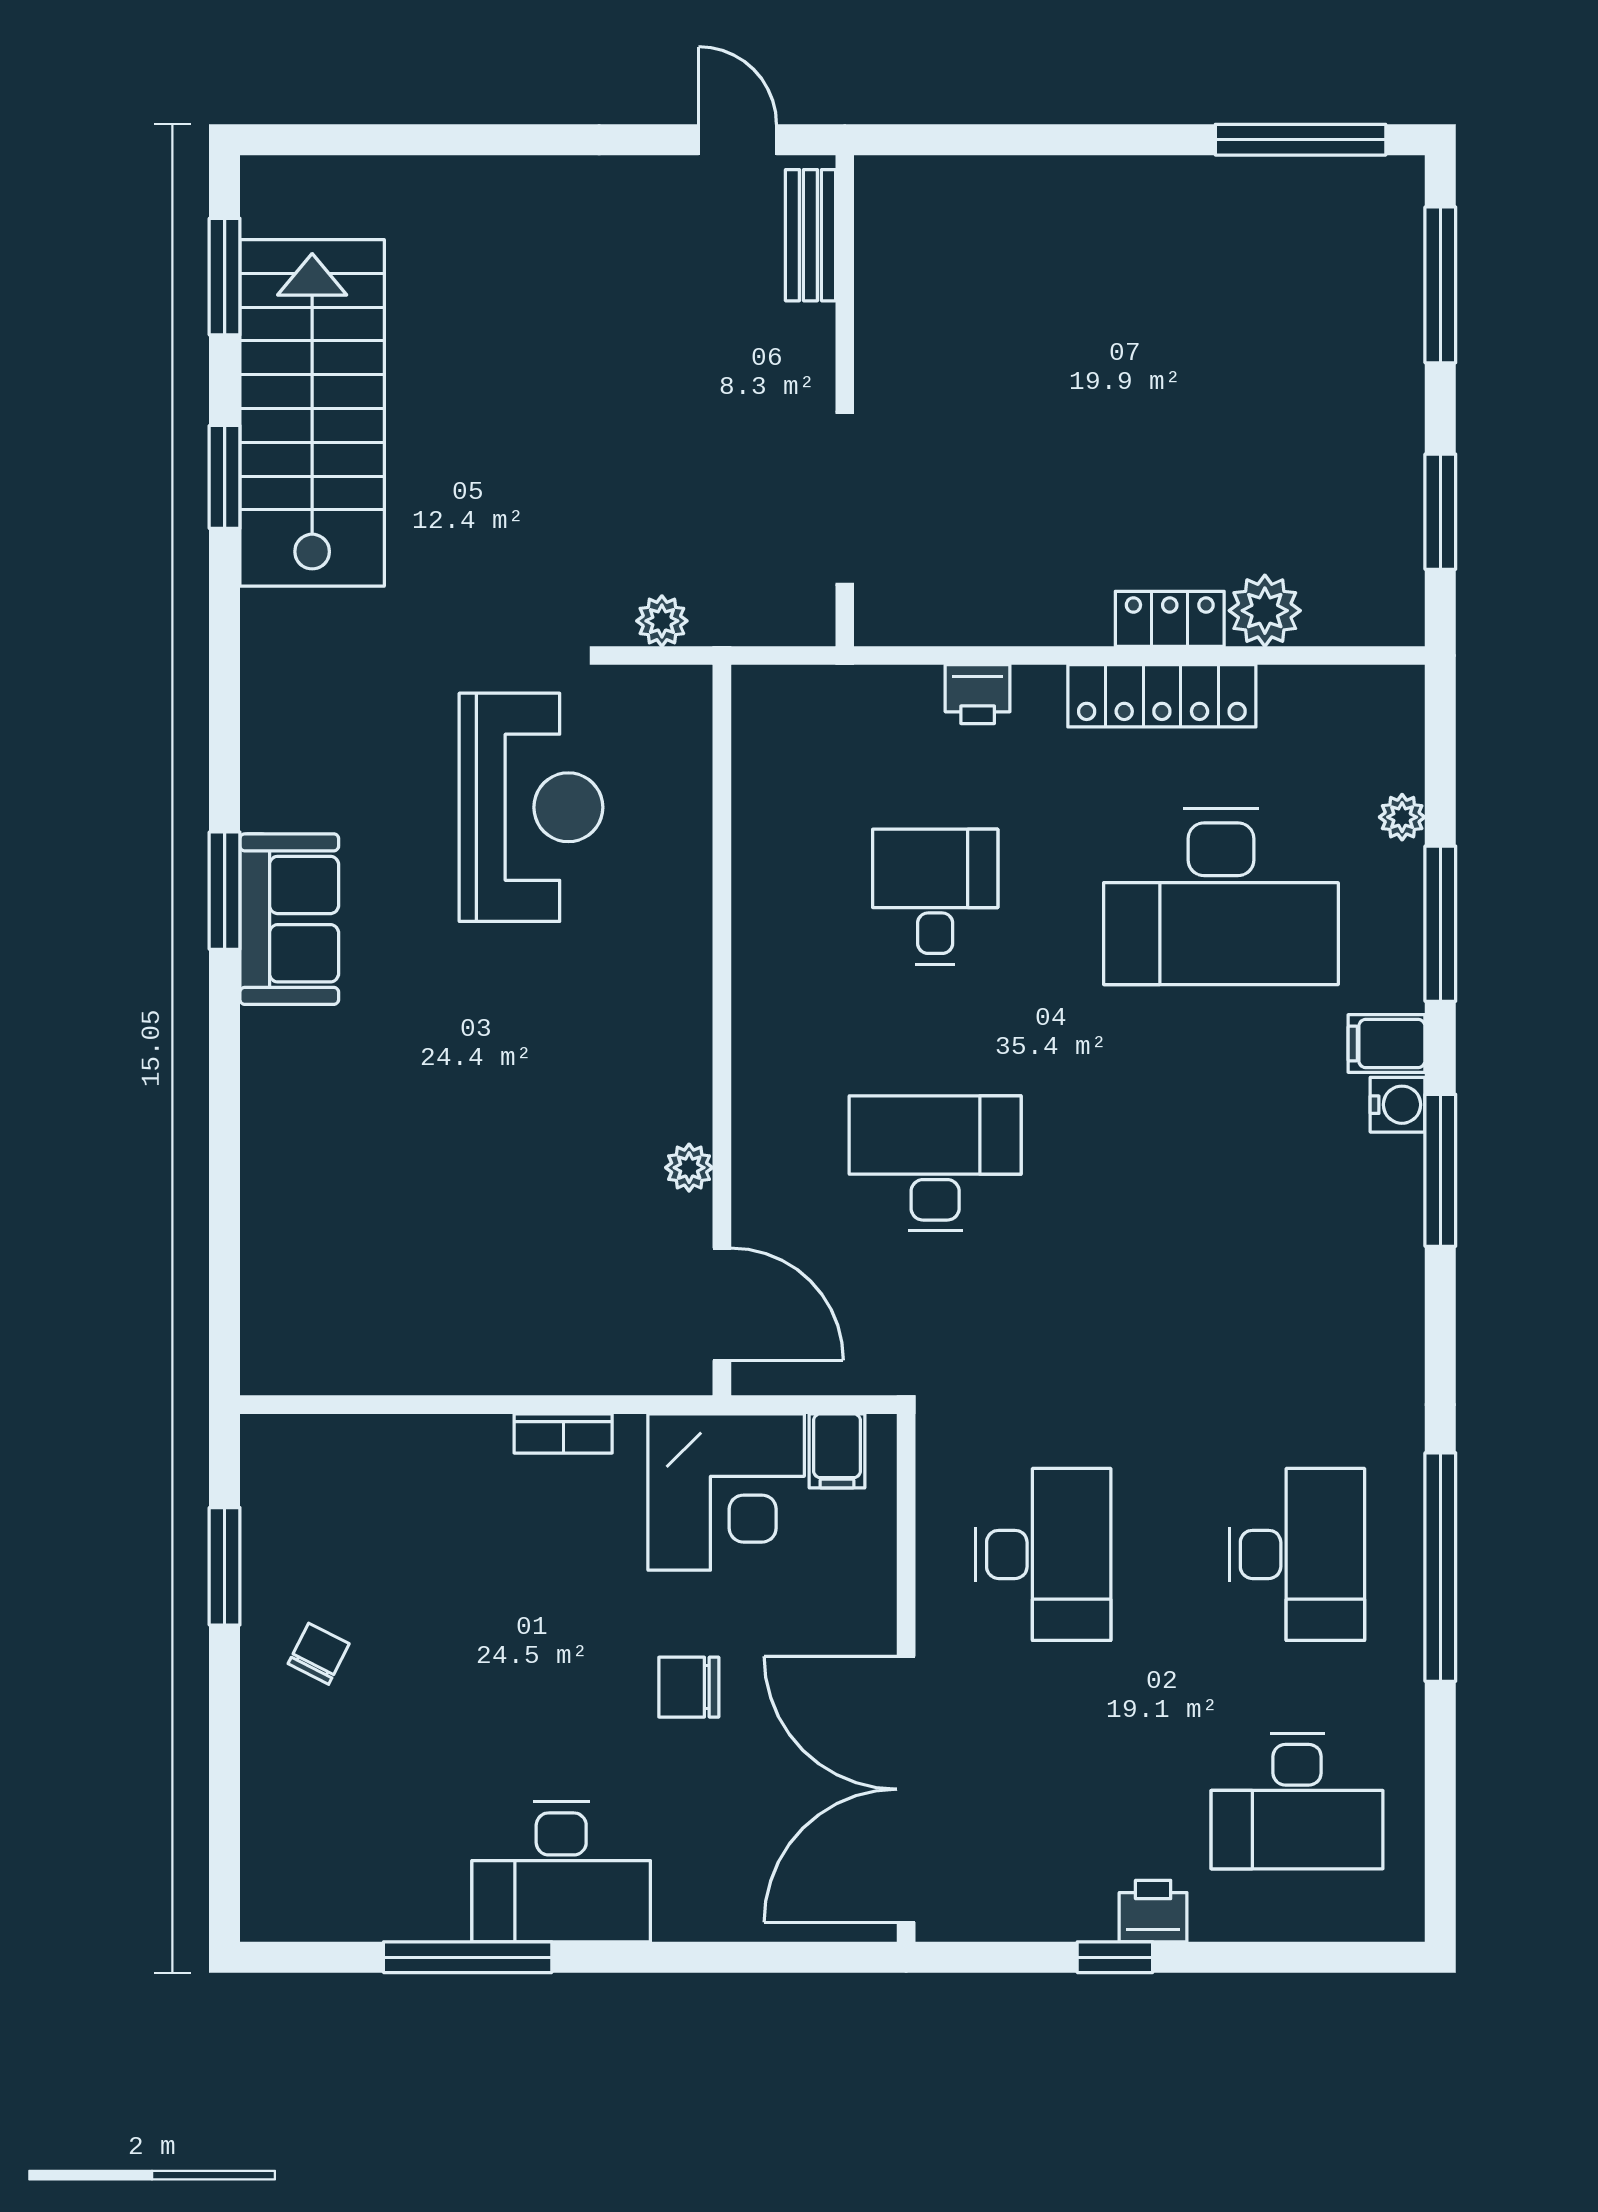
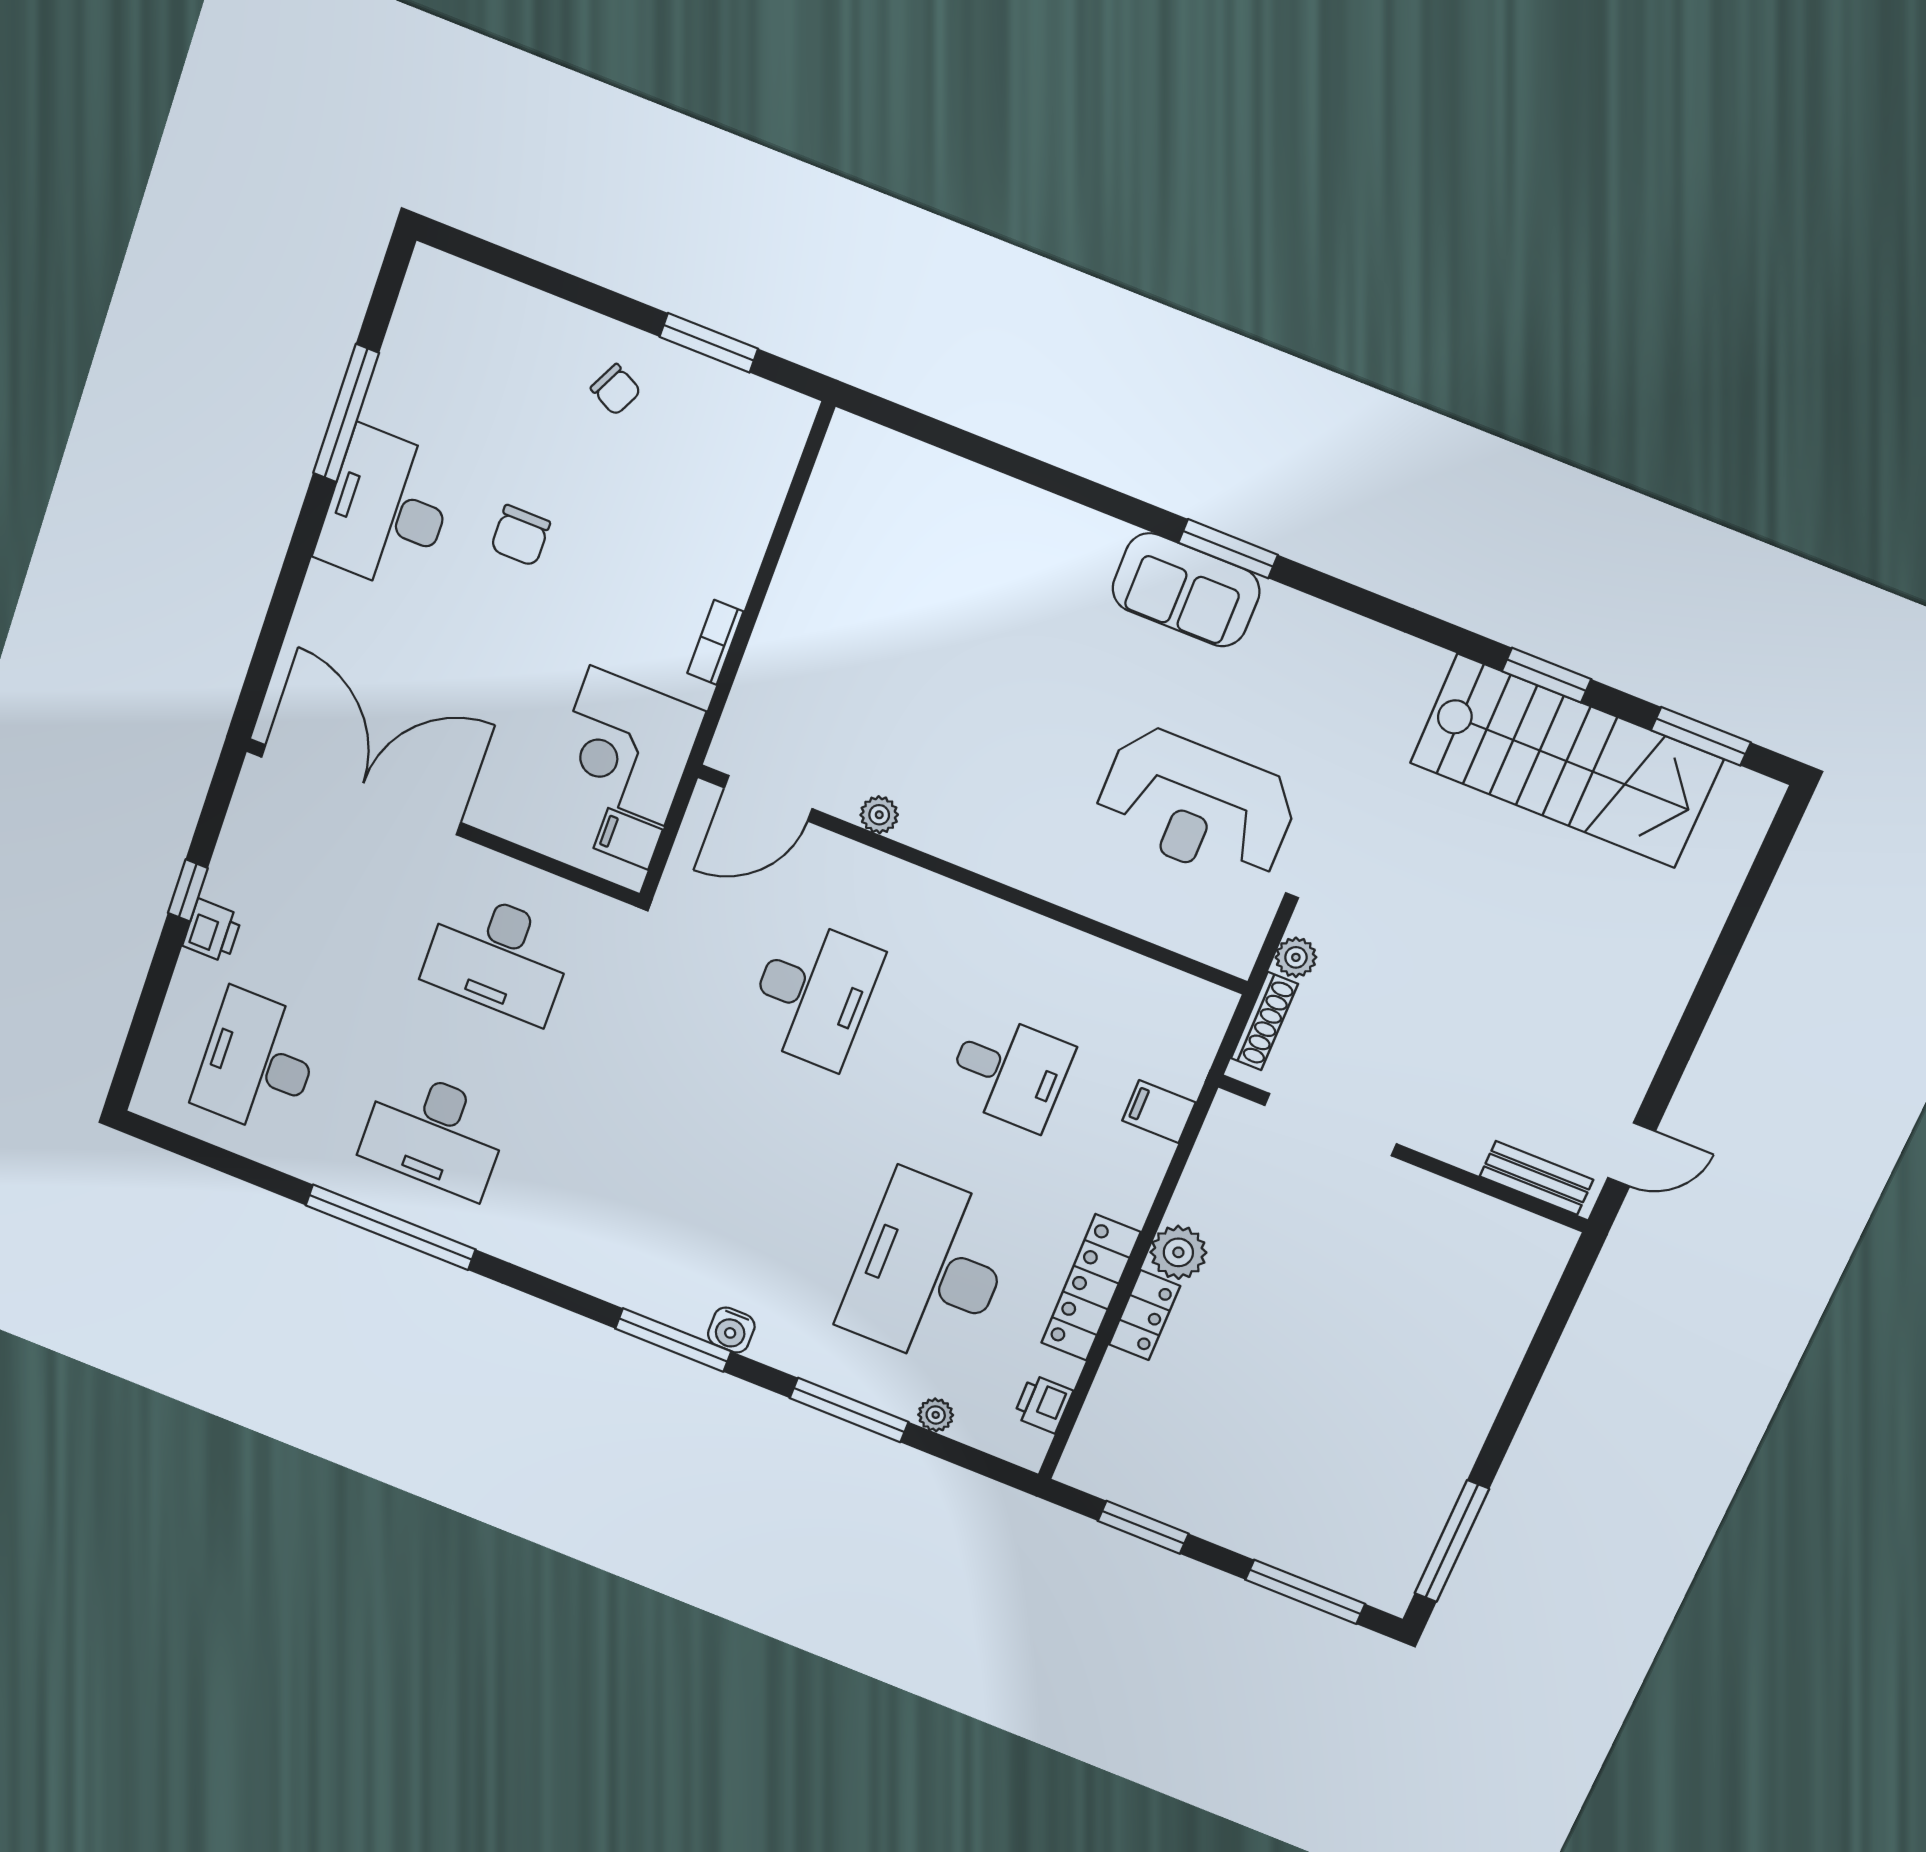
plant: (1265, 611) -> (1178, 1252), moved
shoe rack: (752, 626) -> (1264, 1021), added
printer: (978, 694) -> (1043, 1404), moved
filing cabinet: (1387, 1044) -> (1159, 1112), moved, turned -90
chair: (689, 1687) -> (520, 536), moved, turned 180

